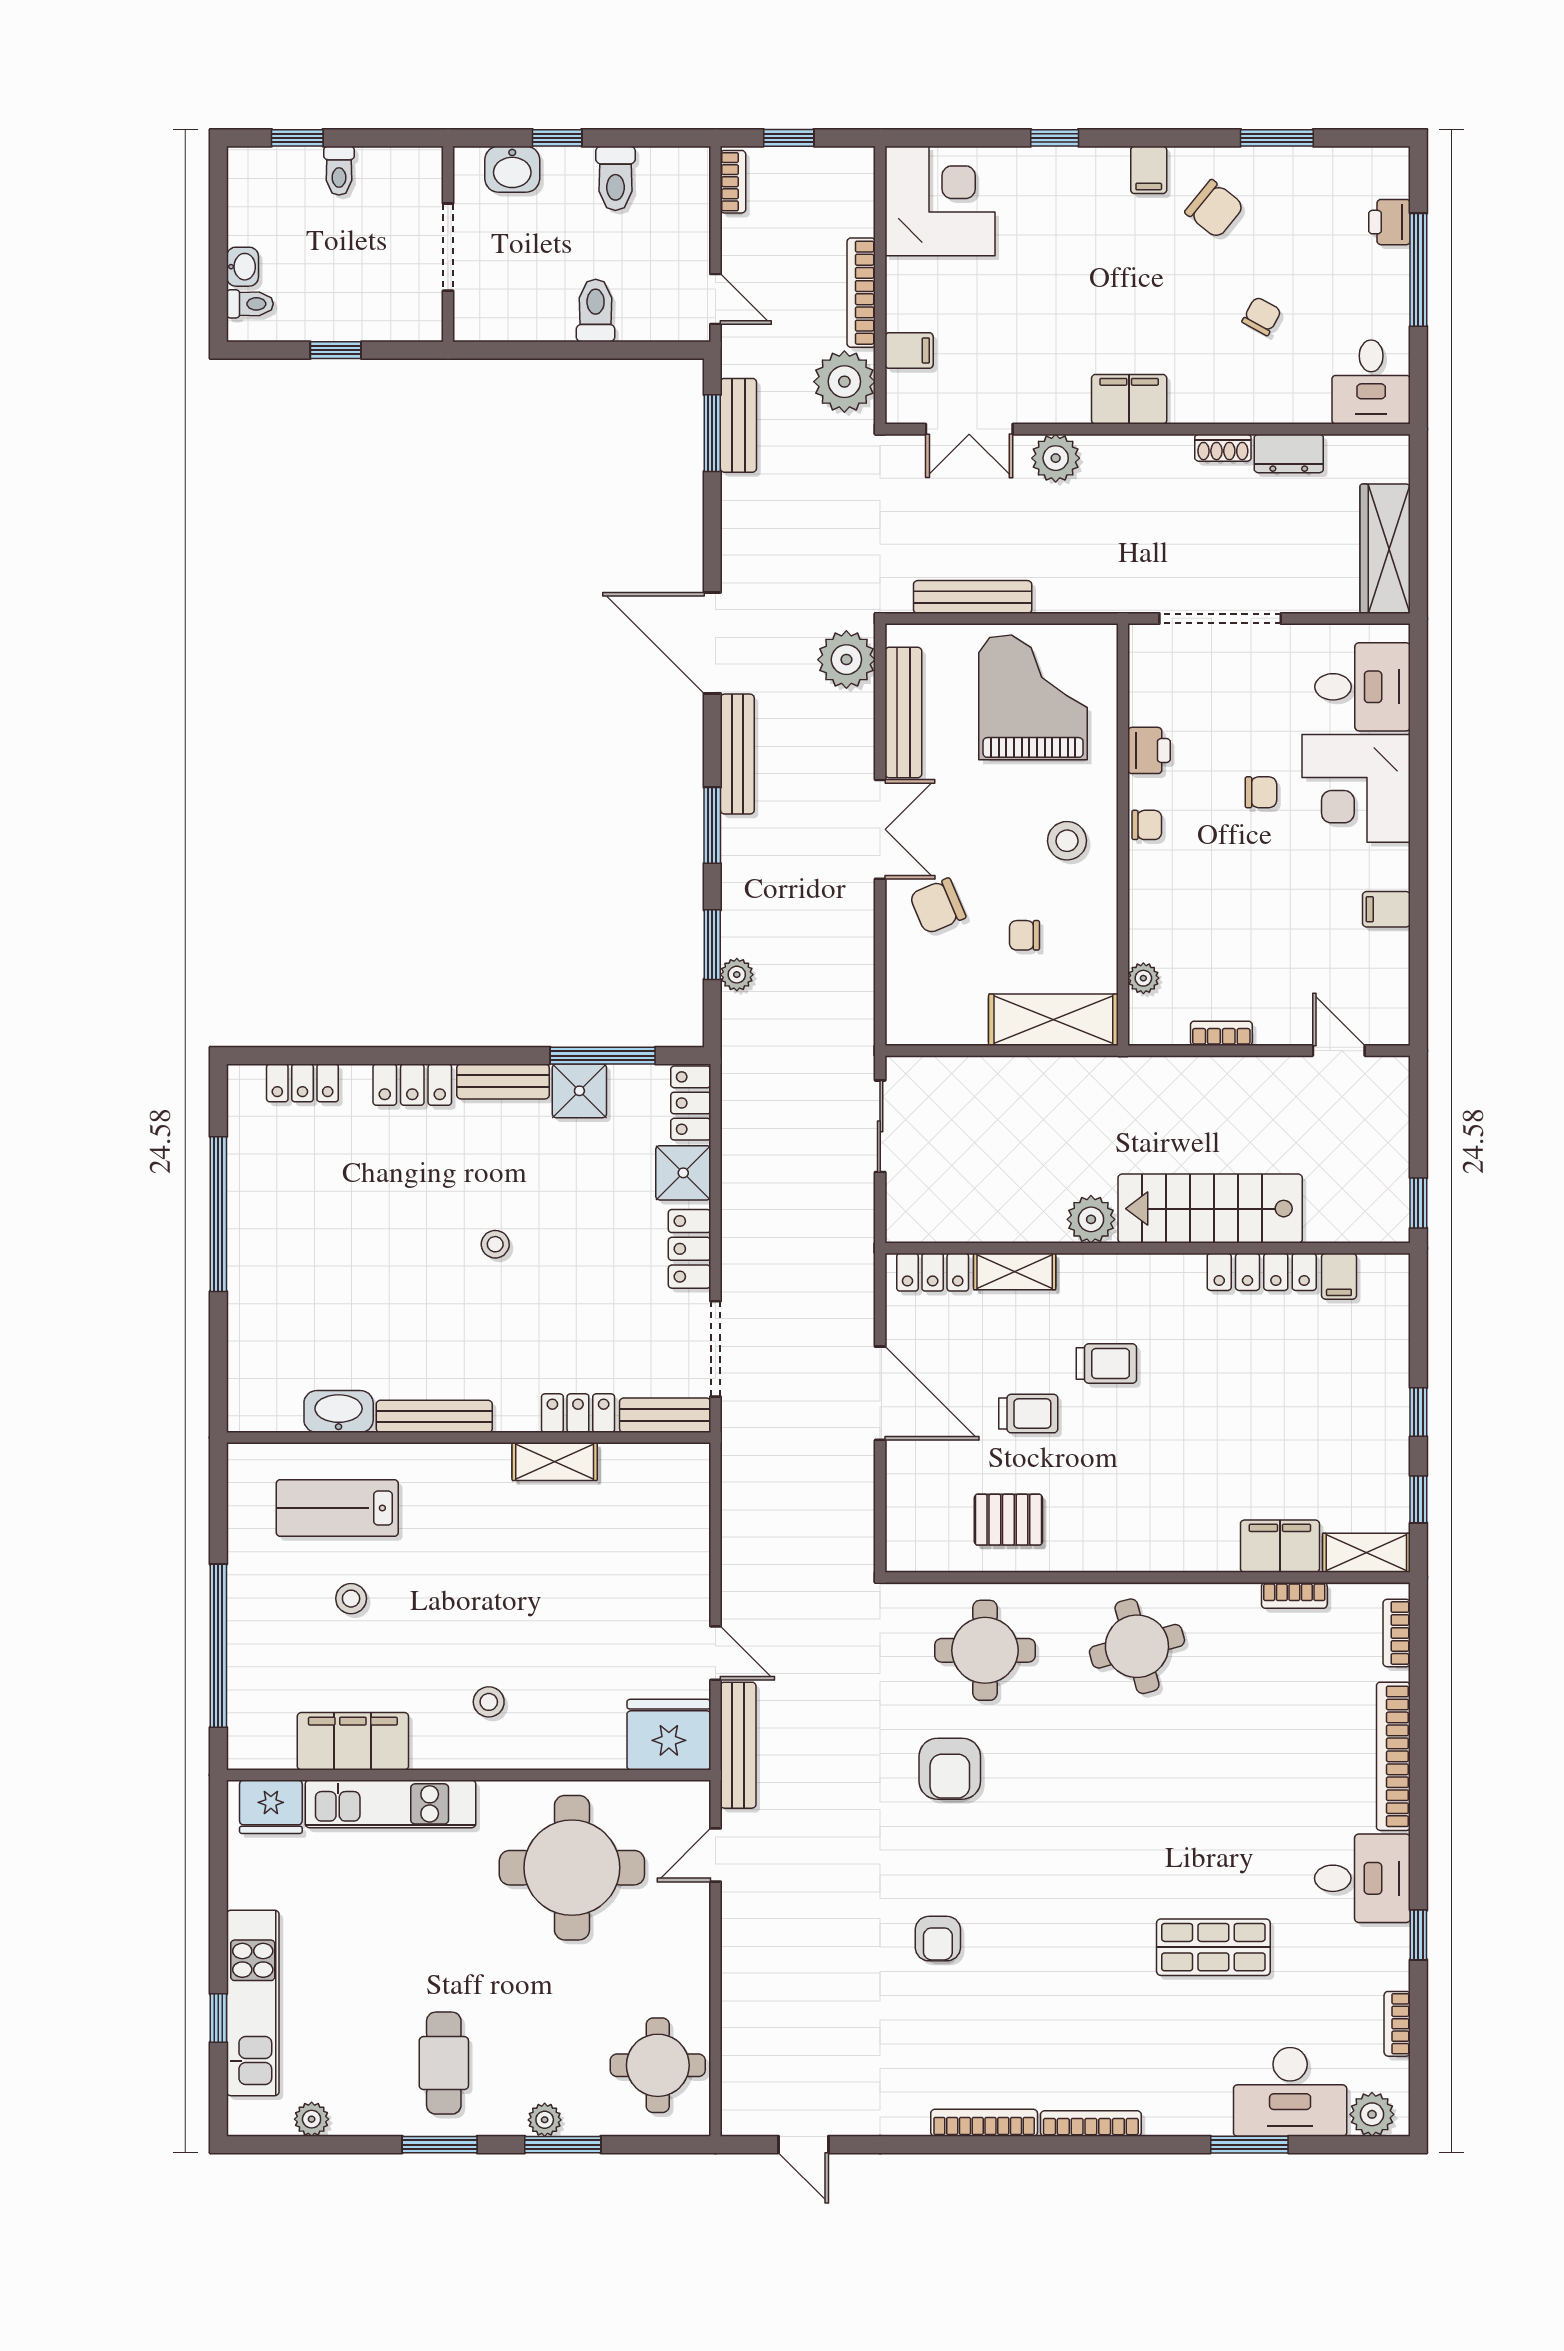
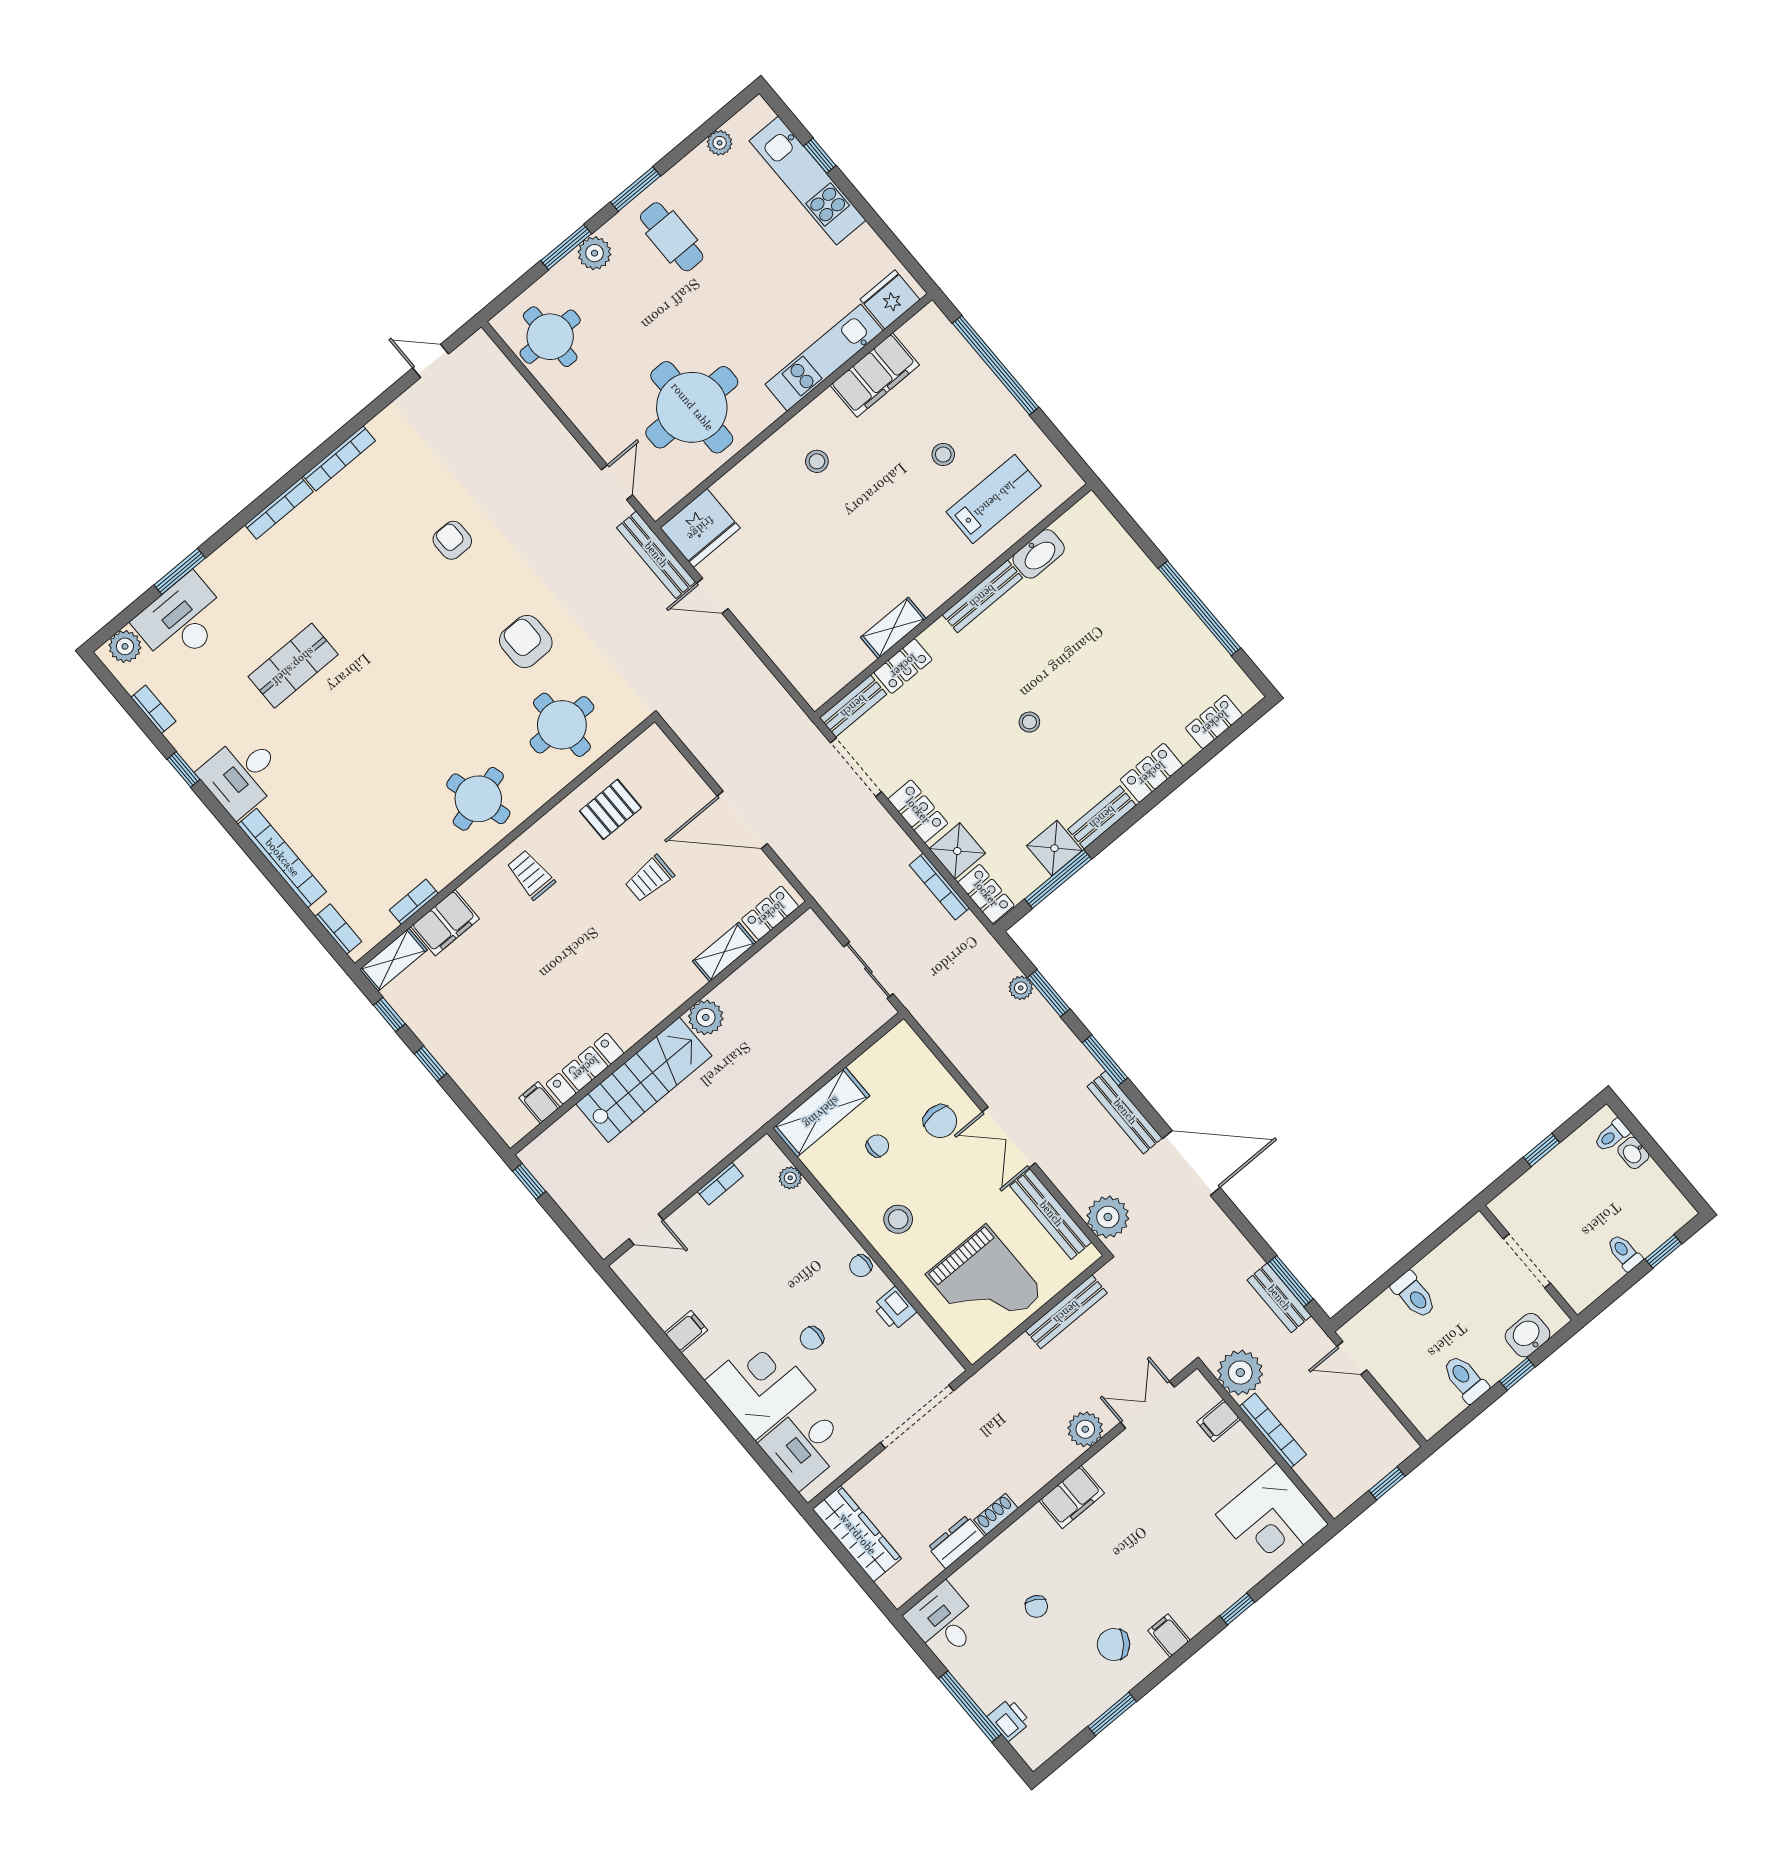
bookcase: (733, 182) -> (939, 887), moved, width x1.56
chair: (938, 906) -> (940, 1121), turned 113
trolley: (1106, 1363) -> (531, 875), moved, turned 90
plant: (545, 2120) -> (594, 253), width x1.38, depth x1.38

